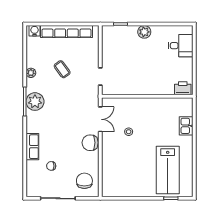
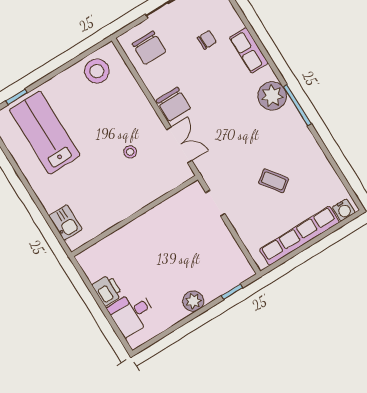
plant: (31, 73) -> (313, 150), removed
printer: (183, 88) -> (107, 290), moved, turned -90
plant: (35, 102) -> (272, 96), moved
double door: (100, 119) -> (179, 145), swing flipped
kitchen sink: (186, 126) -> (65, 222), moved
chair: (90, 143) -> (173, 104), turned 90
stool: (120, 186) -> (97, 71), added

